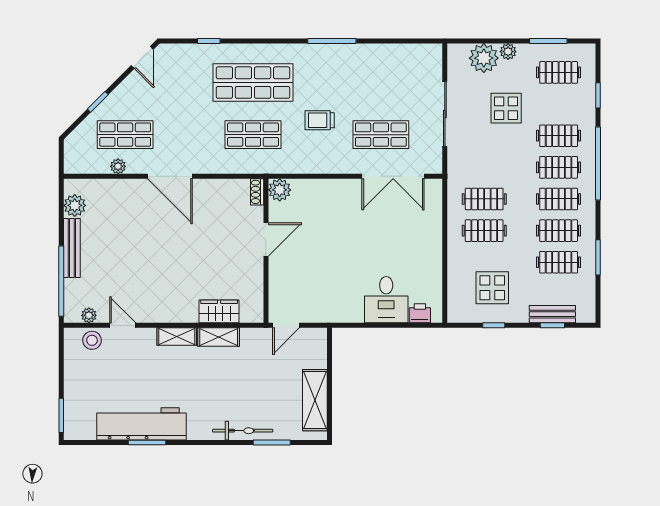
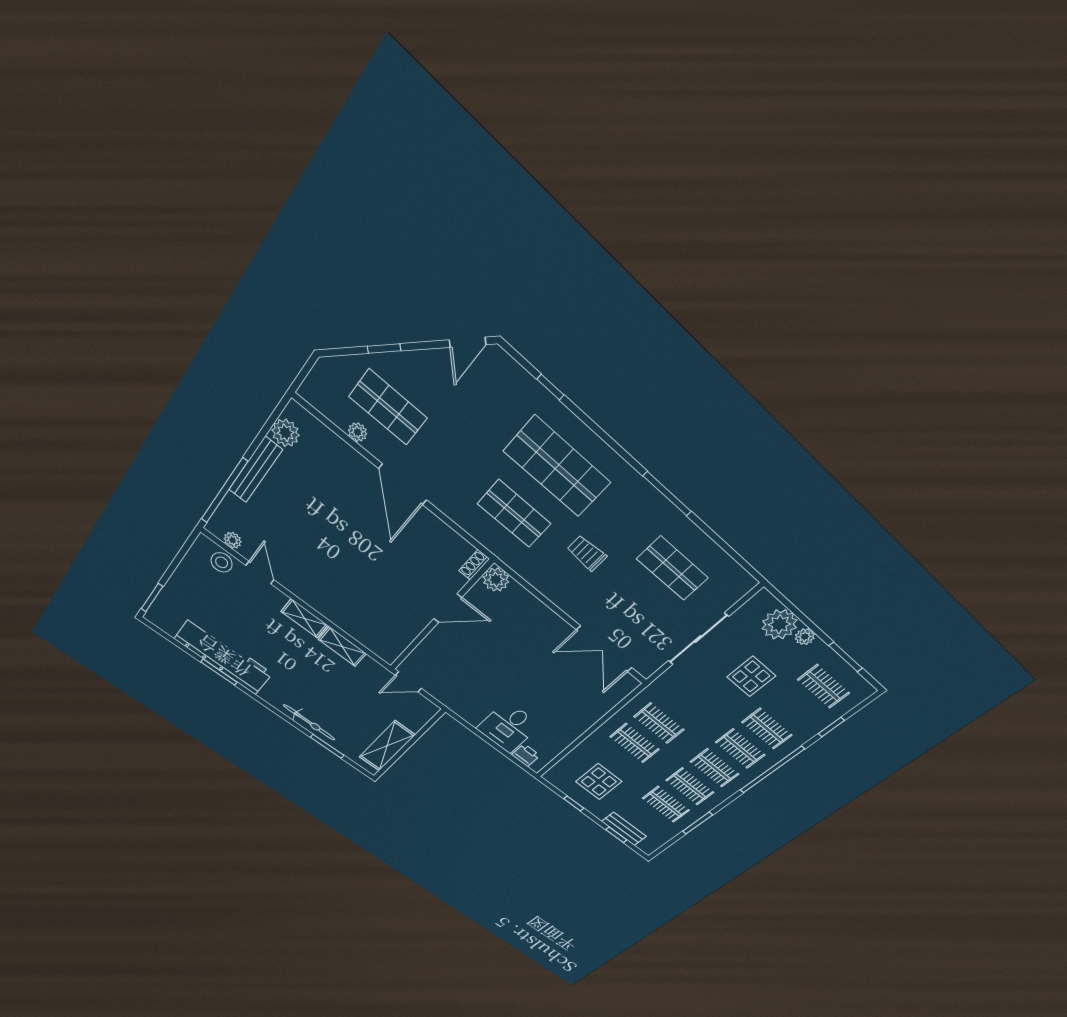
shop shelf: (381, 135) -> (672, 568), moved
wardrobe: (219, 311) -> (358, 629), removed

